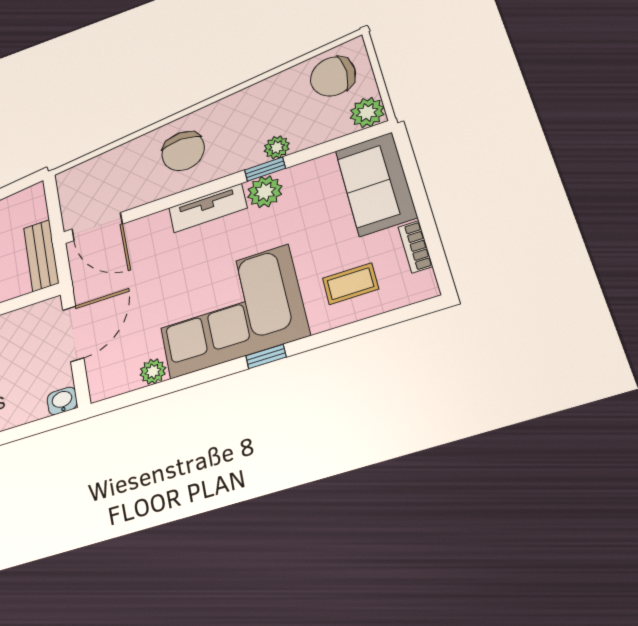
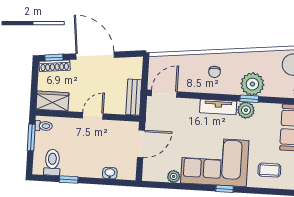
plant: (277, 147) -> (252, 84), width x1.87, depth x1.87
chair: (183, 151) -> (215, 72), width x0.54, depth x0.54
door: (97, 227) -> (164, 94), swing flipped
washbasin: (62, 401) -> (110, 173), moved

